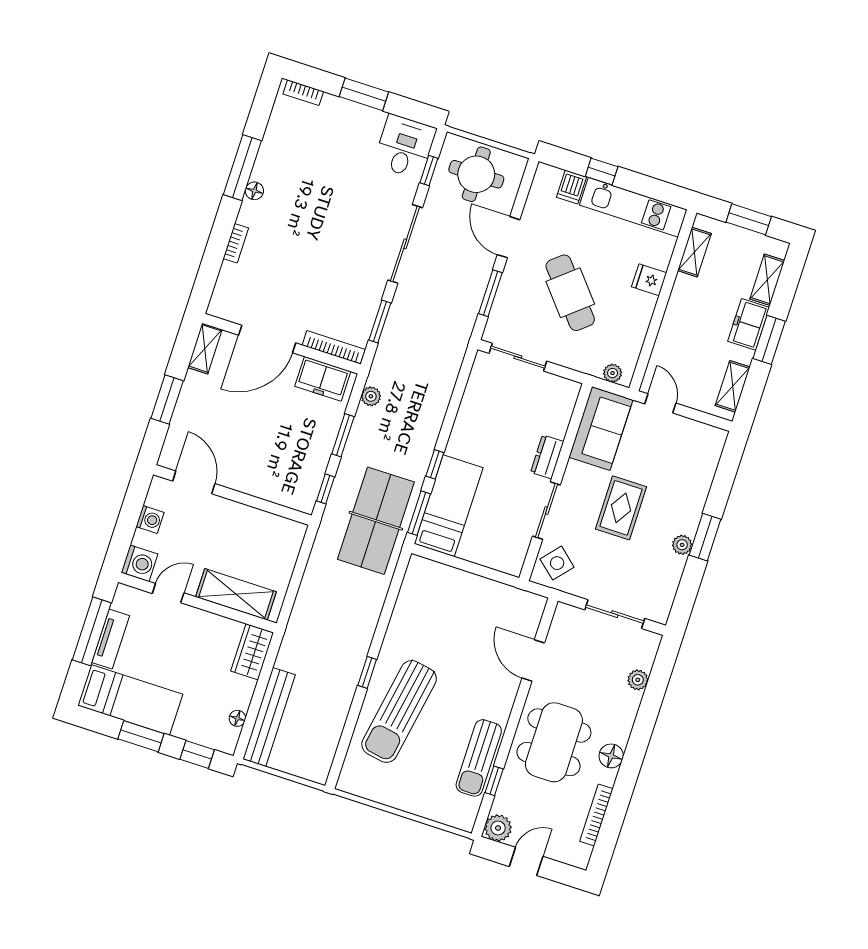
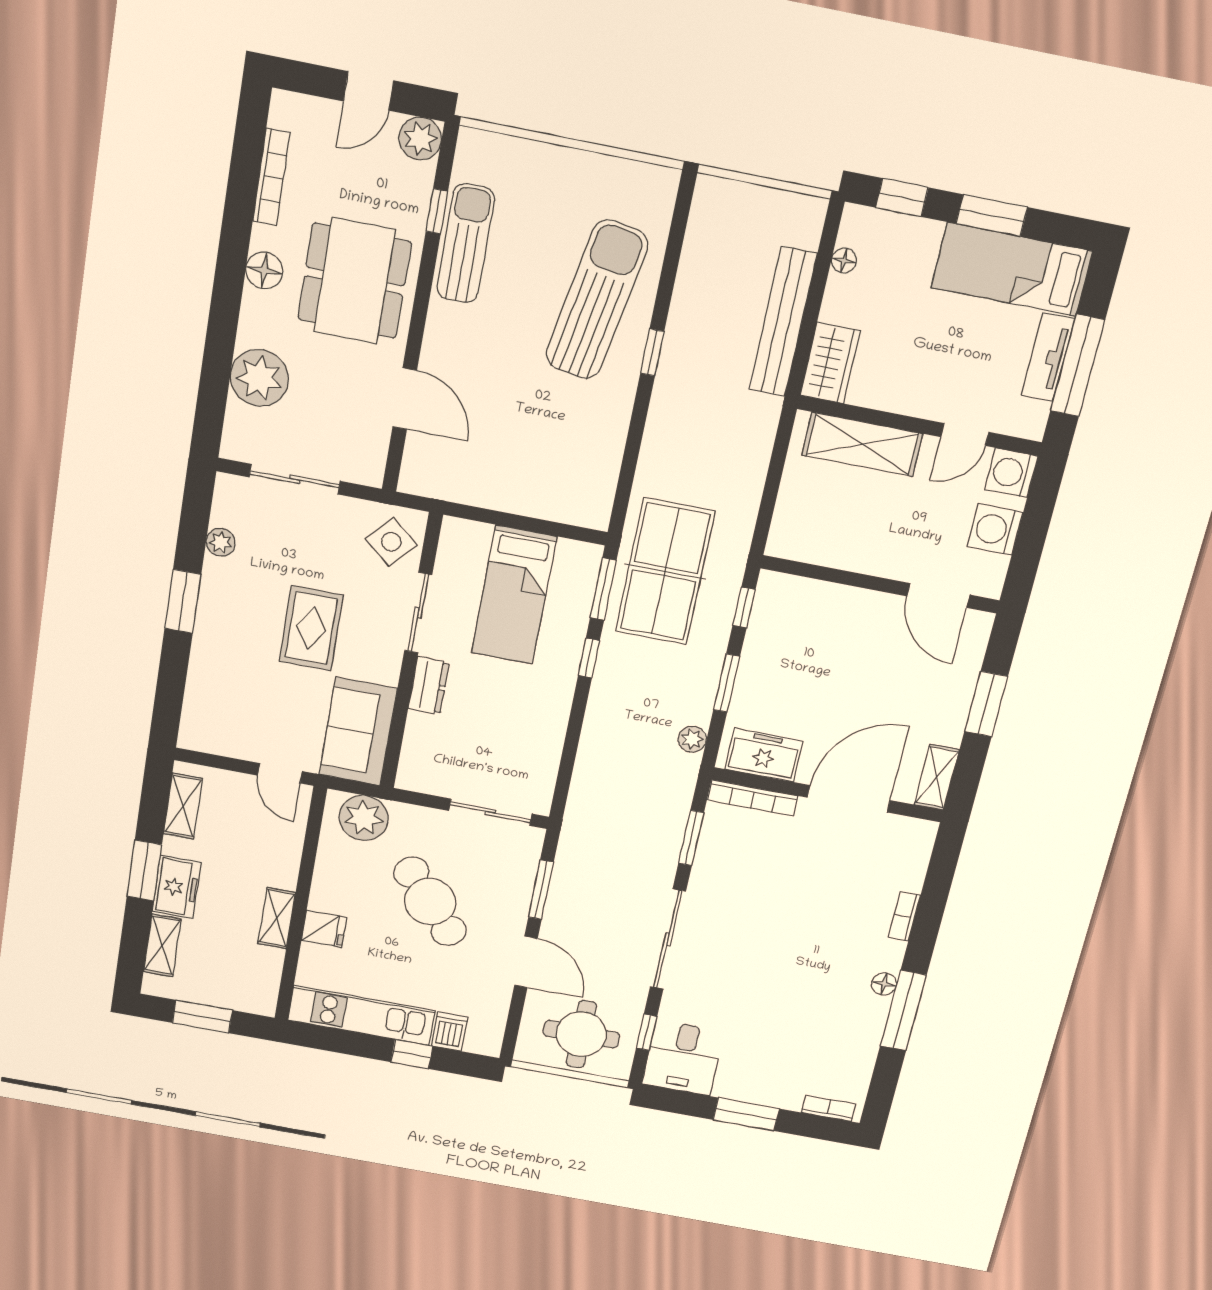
shelving: (694, 252) -> (277, 918), moved
plant: (613, 373) -> (364, 818), width x1.88, depth x1.88
bed: (449, 506) -> (514, 595), moved
washing machine: (150, 519) -> (995, 530), width x1.38, depth x1.38
plant: (682, 545) -> (221, 542), moved
plant: (638, 680) -> (259, 378), width x1.88, depth x1.88
bench: (269, 717) -> (783, 322), moved

